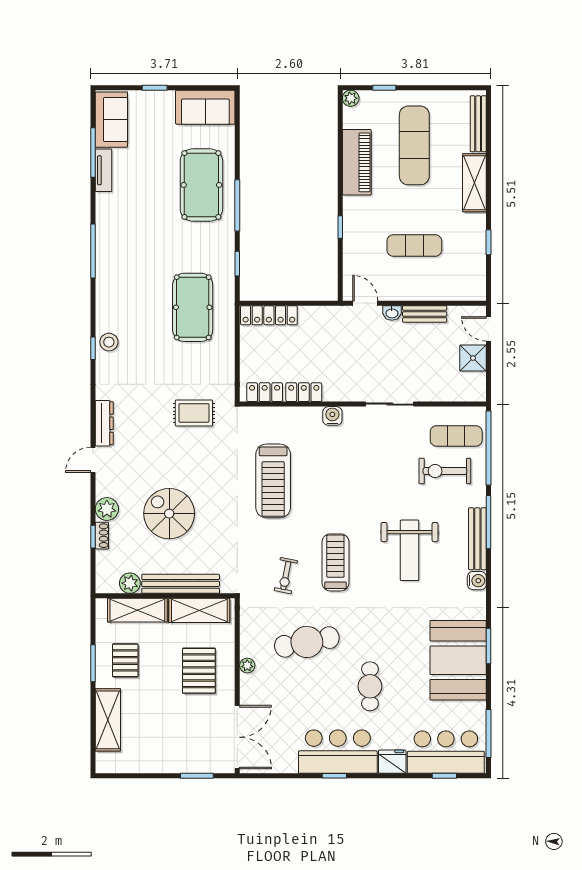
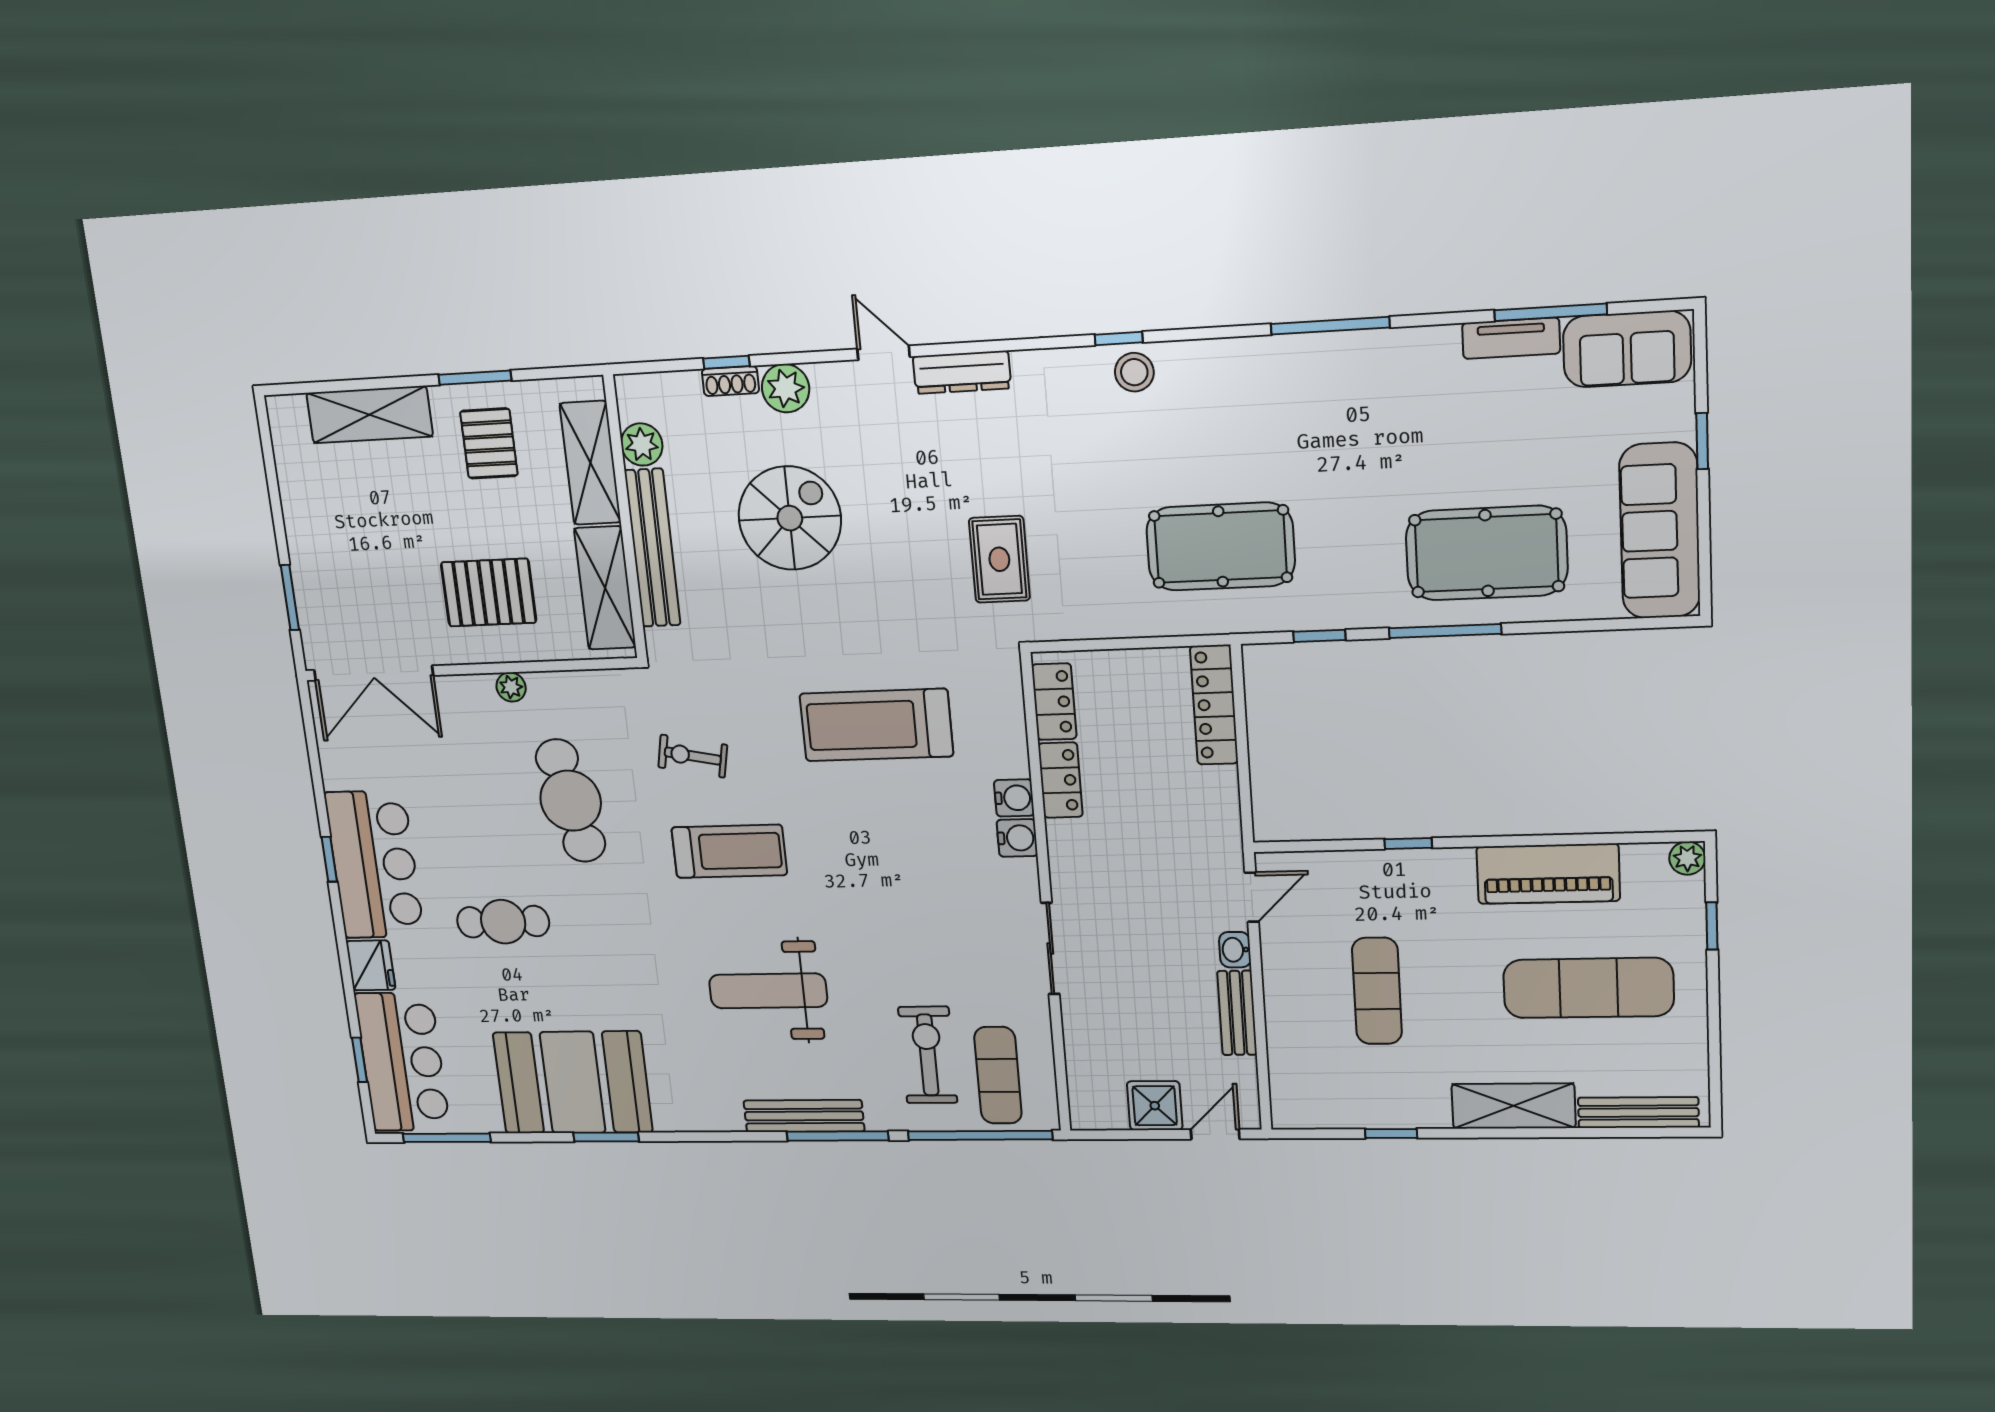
sofa: (205, 107) -> (1660, 531), width x1.36
water cooler: (477, 581) -> (1014, 798), moved, turned -90
pallet: (125, 660) -> (489, 443), turned 90

